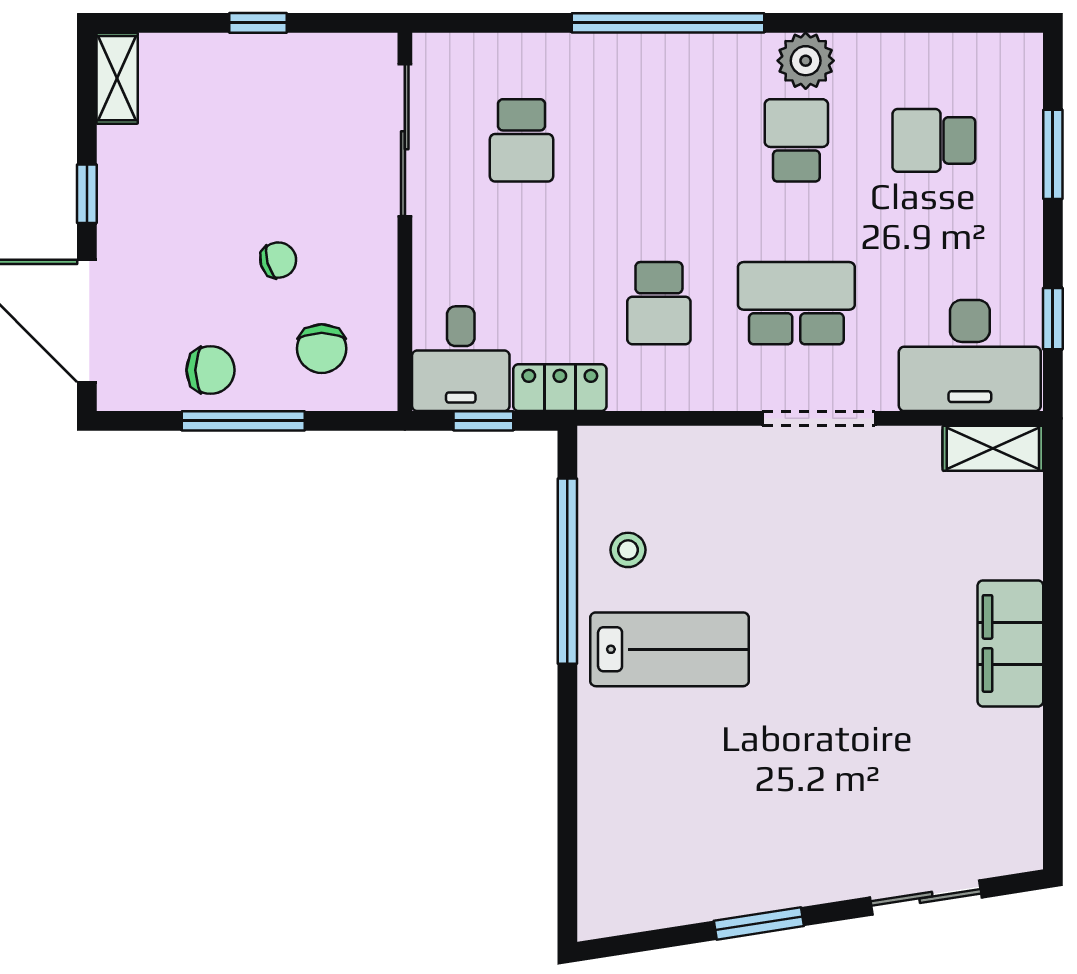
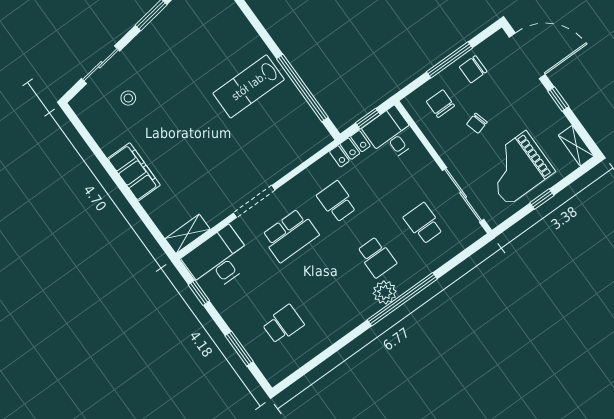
plant: (806, 61) -> (385, 292), moved
grand piano: (264, 118) -> (517, 168), added
school desk: (796, 140) -> (377, 257), moved
stool: (628, 550) -> (128, 98), moved

